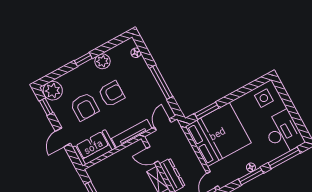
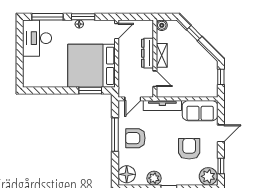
floor lamp: (136, 53) -> (127, 174), width x1.89, depth x1.89
armchair: (112, 94) -> (135, 138), moved
side table: (264, 98) -> (37, 75), removed

